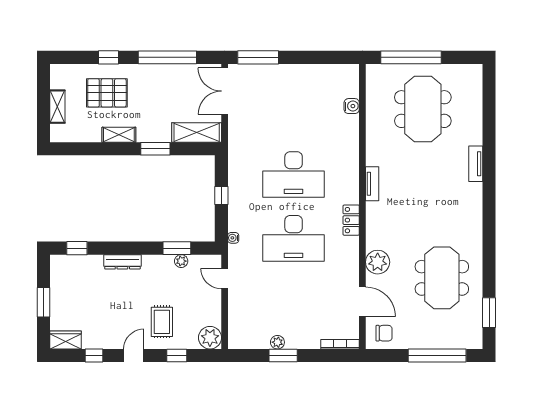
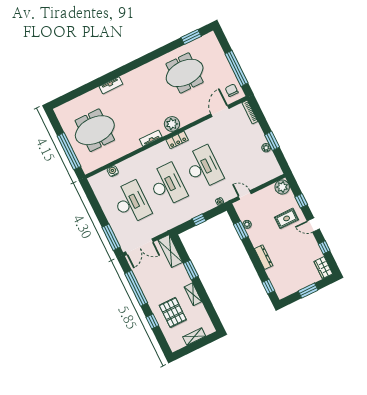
desk: (294, 111) -> (131, 203), added
plant: (378, 262) -> (172, 124), moved
door: (225, 279) -> (245, 195), swing flipped
window: (437, 355) -> (237, 68), moved

